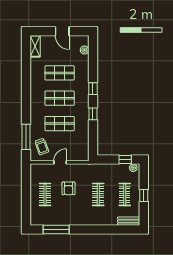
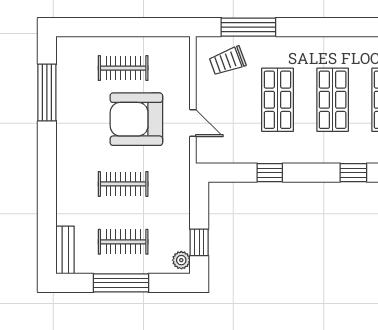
window: (93, 114) -> (270, 173), moved
door: (60, 162) -> (193, 123), moved
armchair: (68, 188) -> (136, 119), width x1.88, depth x1.88
window: (144, 195) -> (121, 283), width x2.17

